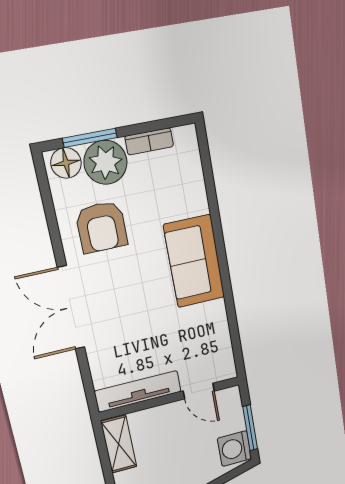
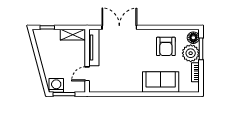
armchair: (102, 227) -> (166, 46), turned -90
sofa: (194, 261) -> (161, 82), moved
double door: (71, 308) -> (119, 27), moved

